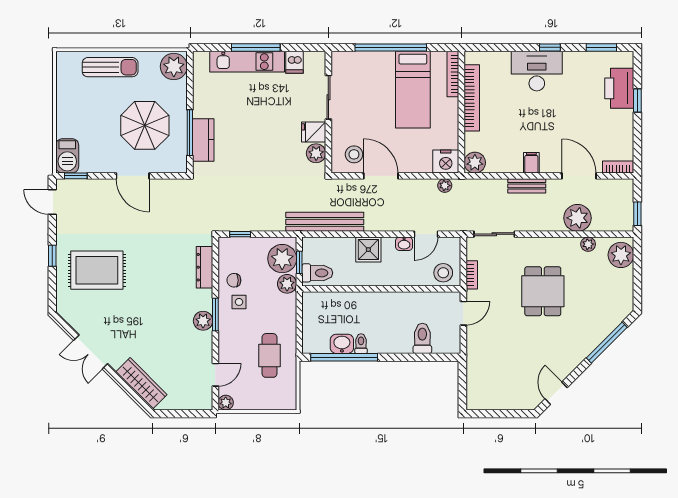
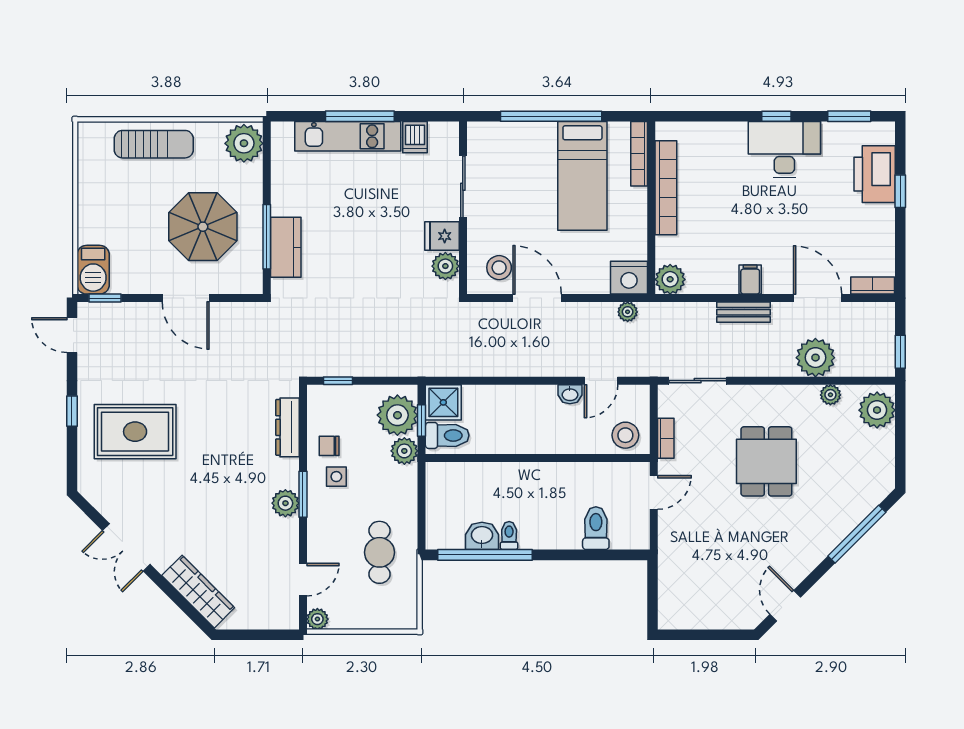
desk: (537, 71) -> (784, 150), moved
bench: (325, 222) -> (458, 363), removed
shower: (368, 250) -> (443, 402), moved

